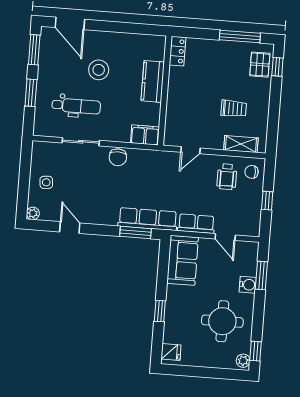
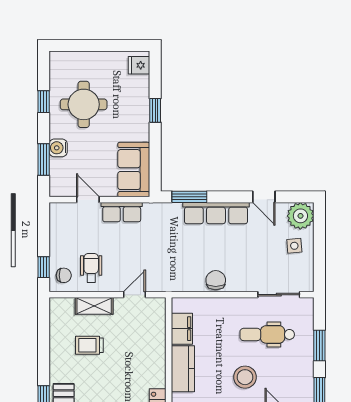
filing cabinet: (145, 135) -> (182, 329), moved, turned -90
sliding door: (81, 142) -> (279, 295), moved
shelving: (241, 144) -> (94, 306), moved
window: (267, 201) -> (44, 267), moved
plant: (33, 213) -> (300, 216), width x1.88, depth x1.88
row of seats: (148, 219) -> (216, 213), moved
window: (256, 351) -> (44, 102), moved
plant: (243, 361) -> (57, 62), removed

